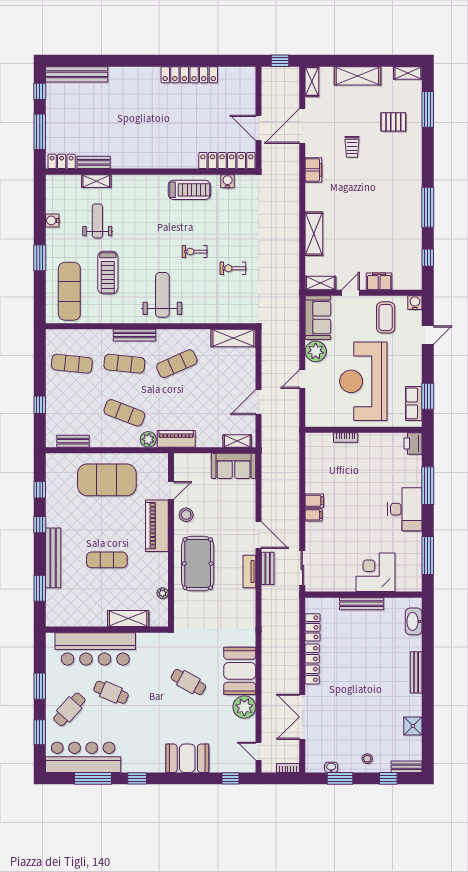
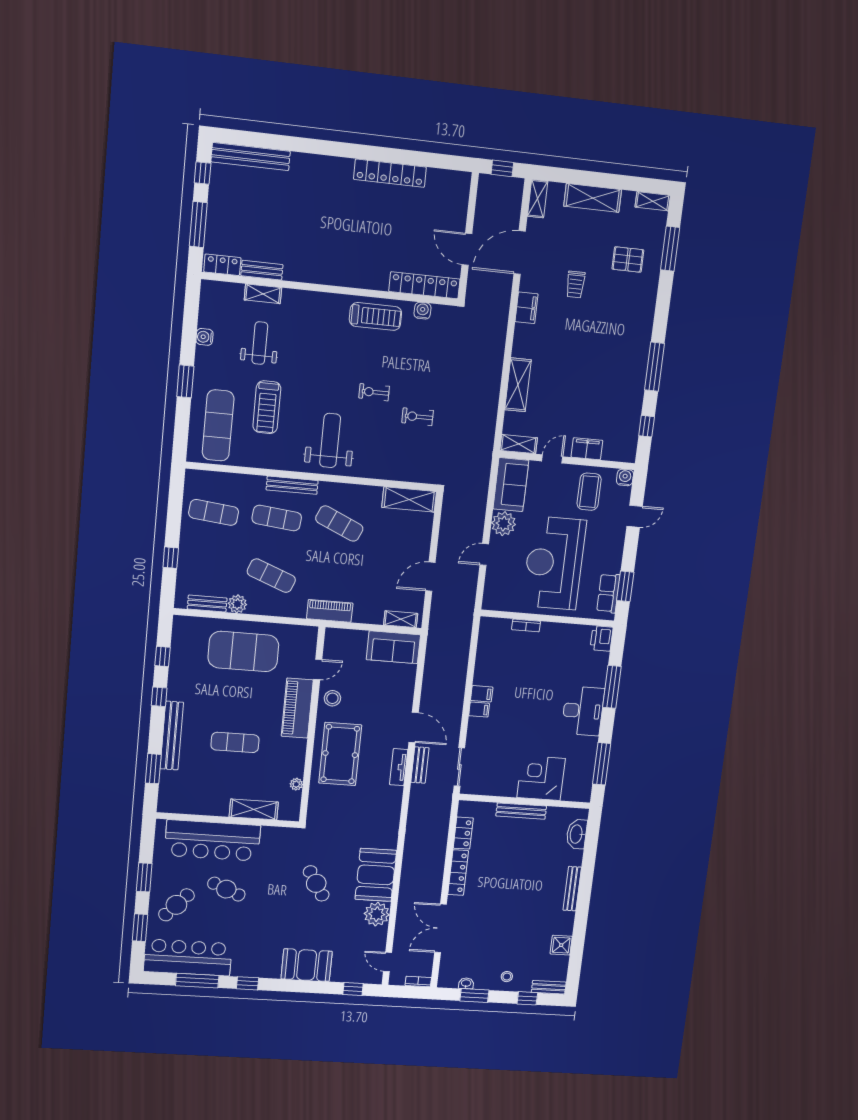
exercise mat: (177, 364) -> (339, 524), turned 48
plant: (148, 439) -> (237, 604), moved
cafe table: (188, 682) -> (316, 883), turned 30

